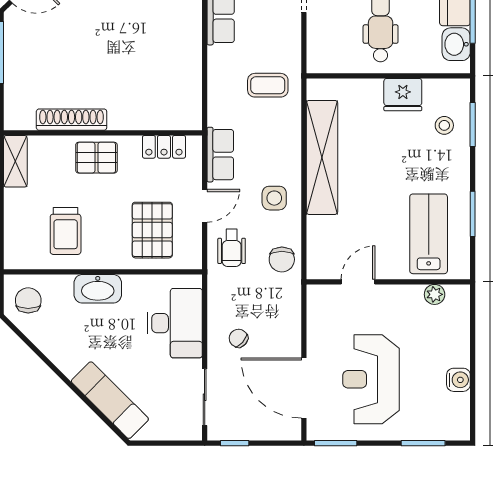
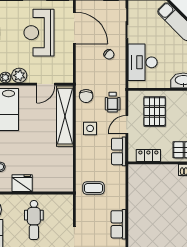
shelving: (322, 157) -> (65, 116), moved
wheelchair: (232, 248) -> (113, 102), turned 180
chair: (282, 259) -> (86, 96), turned 180
plant: (408, 298) -> (19, 75), added
reception desk: (371, 379) -> (39, 33), turned 180

